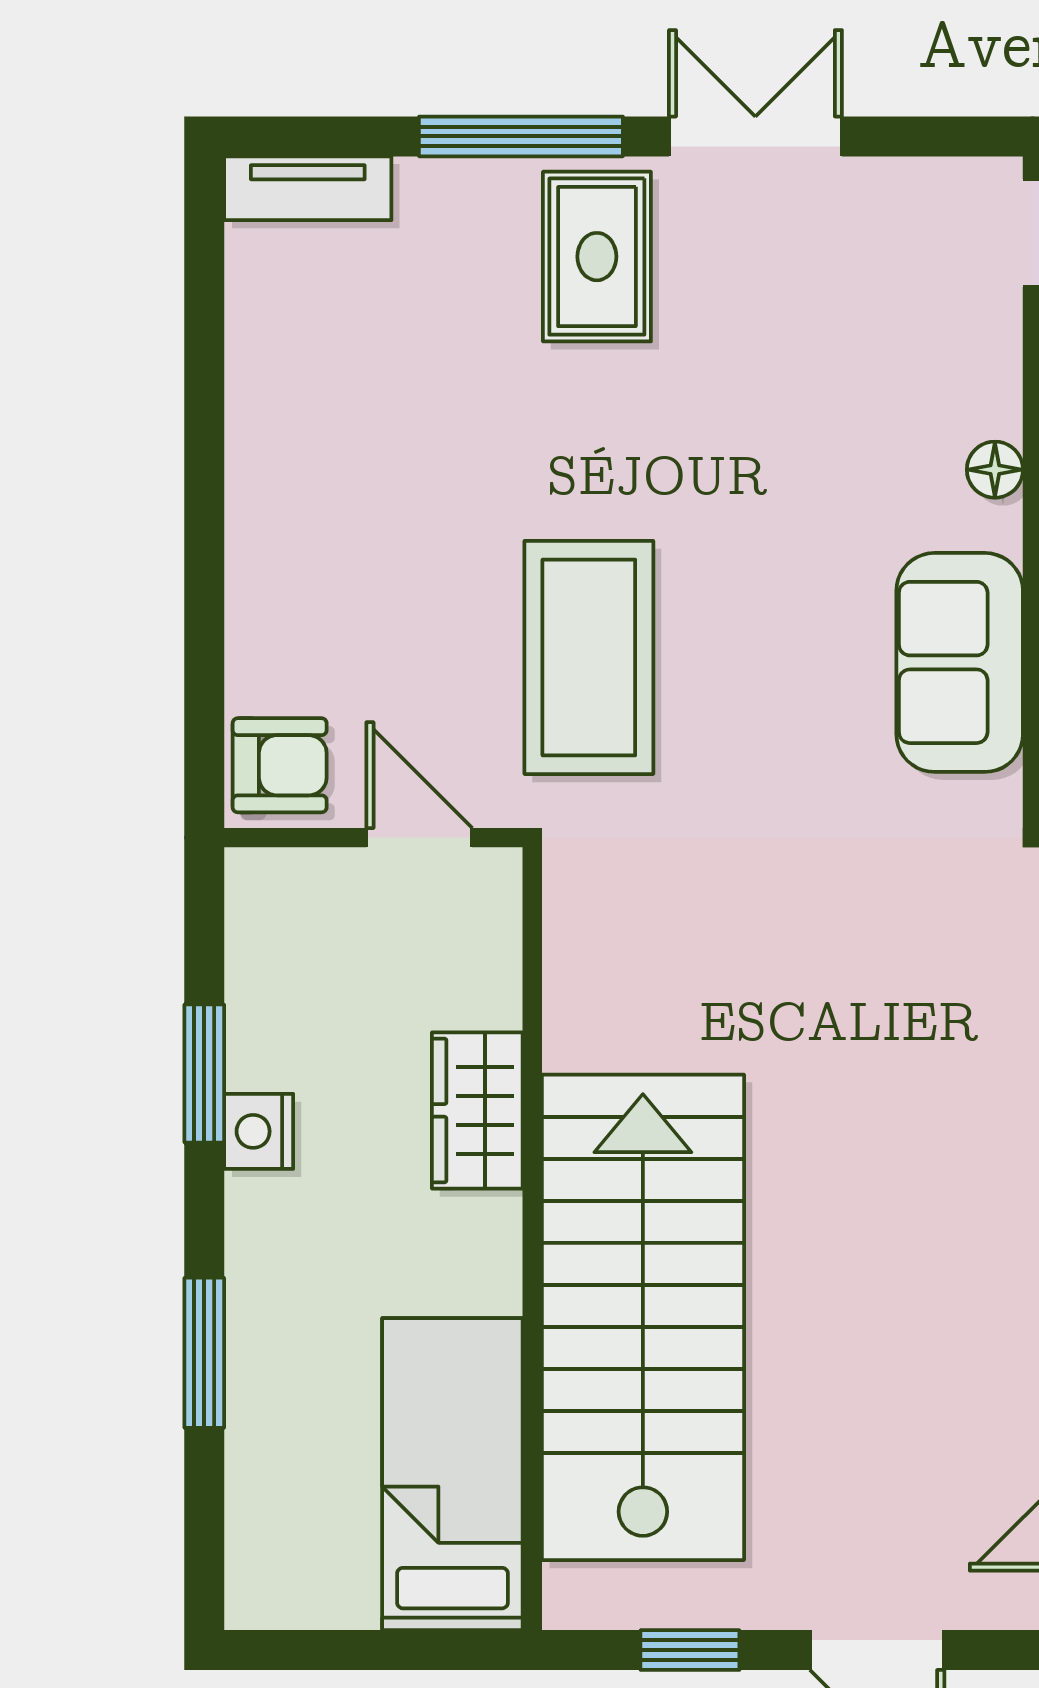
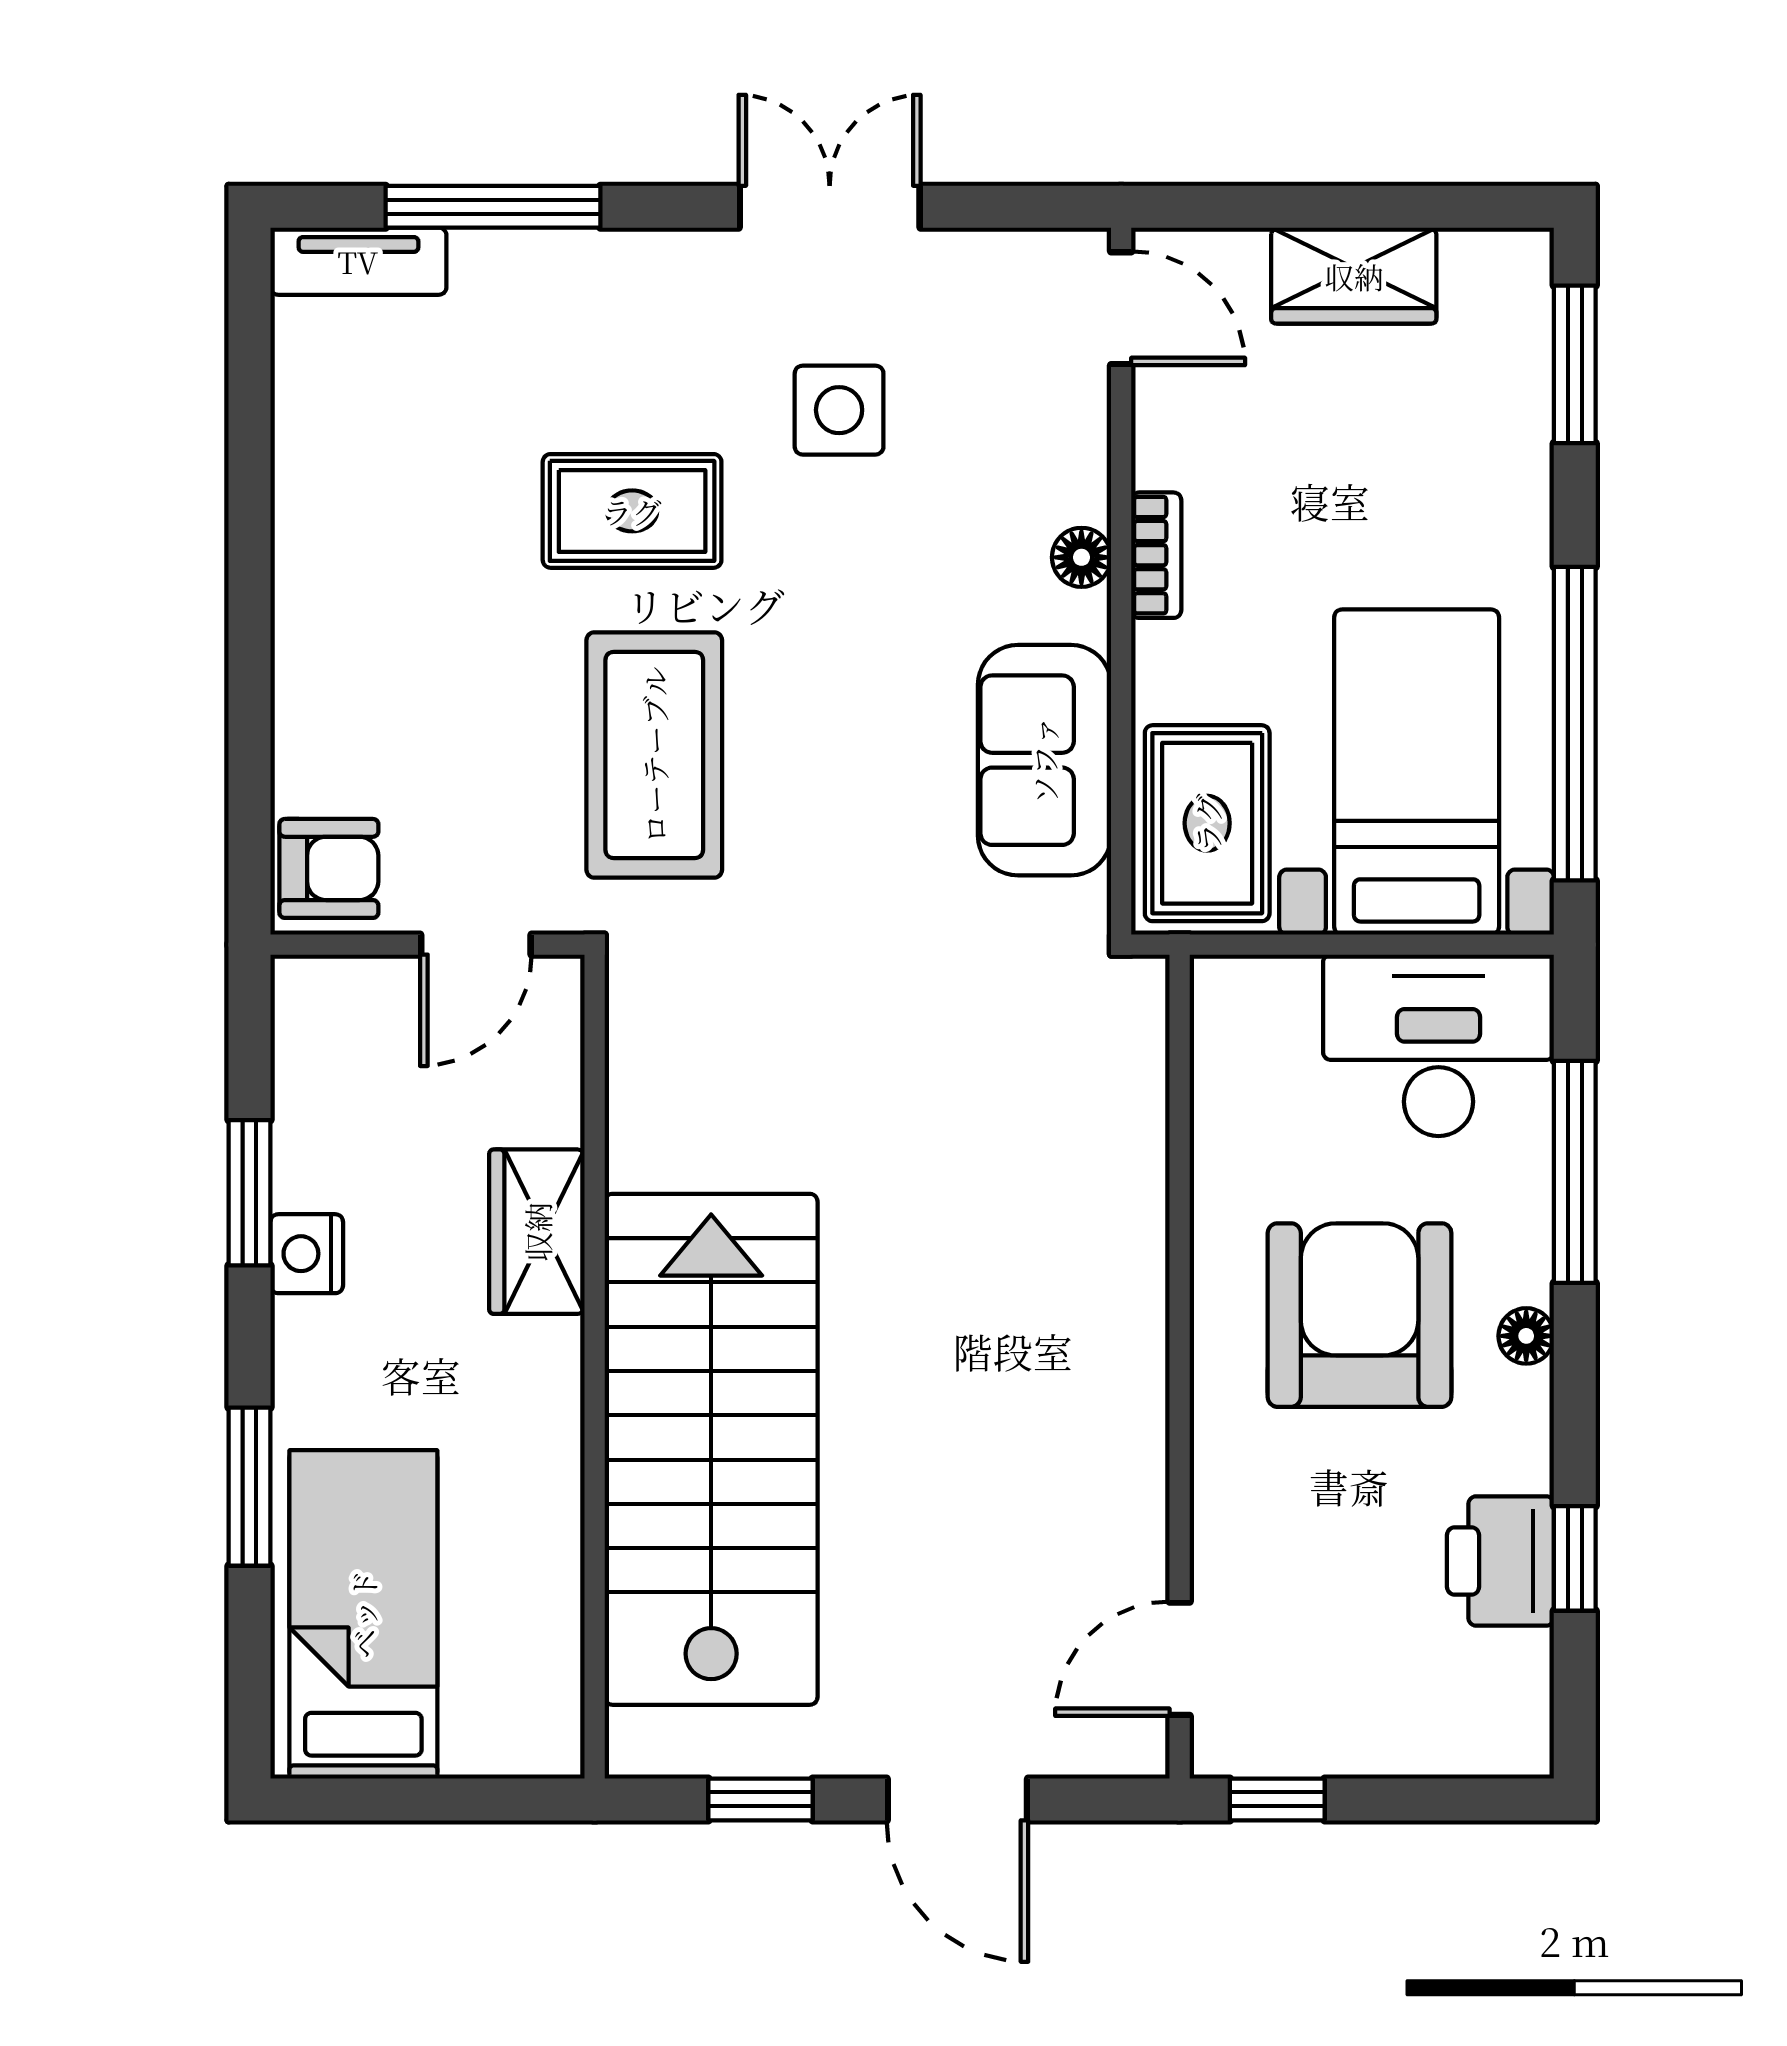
window: (521, 136) -> (493, 207), moved
rug: (597, 257) -> (632, 511), moved, turned 90
side table: (765, 330) -> (839, 410), added
door: (419, 838) -> (476, 945), swing flipped
bed: (452, 1474) -> (363, 1614), moved

